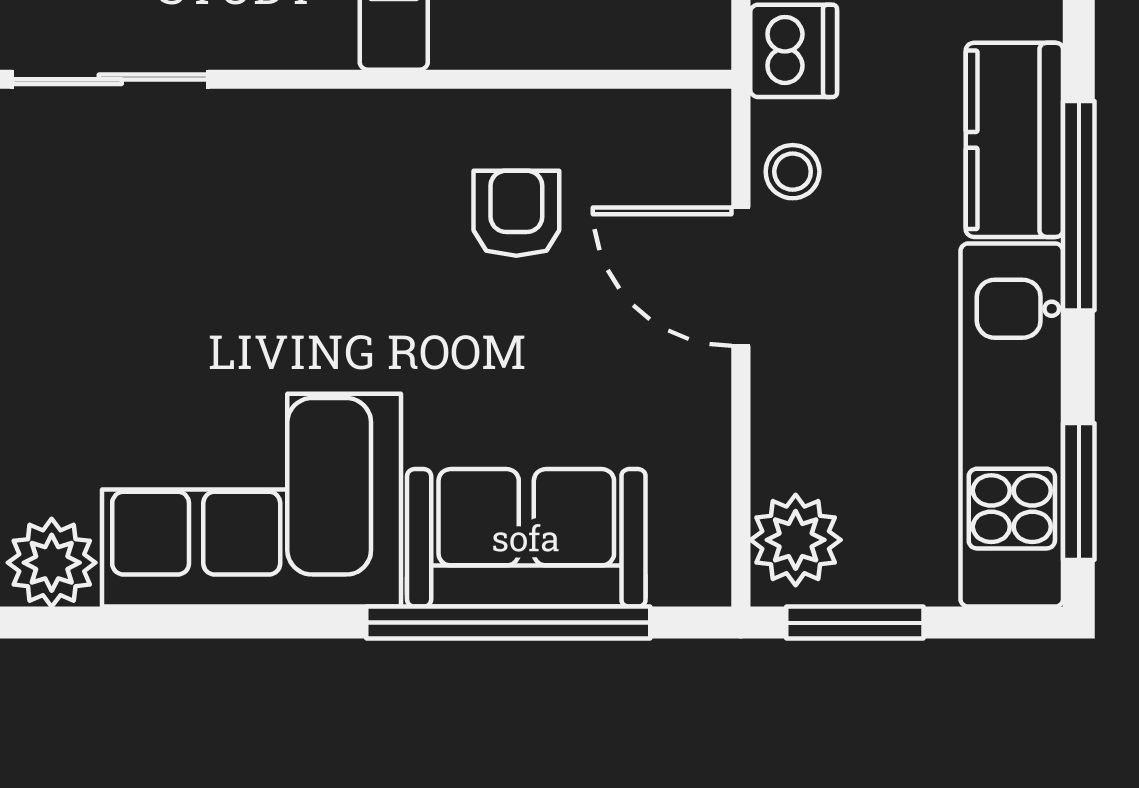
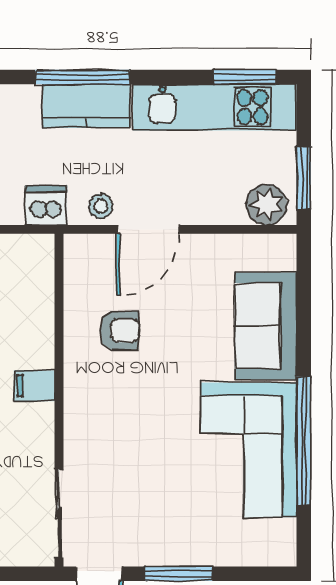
window: (1079, 206) -> (82, 77), moved
armchair: (516, 213) -> (119, 330), turned 180
plant: (52, 563) -> (277, 540), removed
window: (508, 623) -> (304, 441), moved

